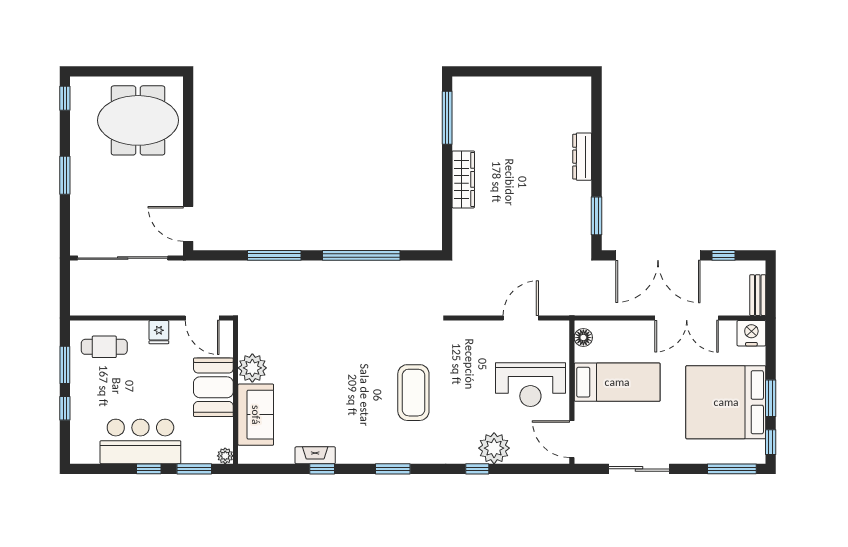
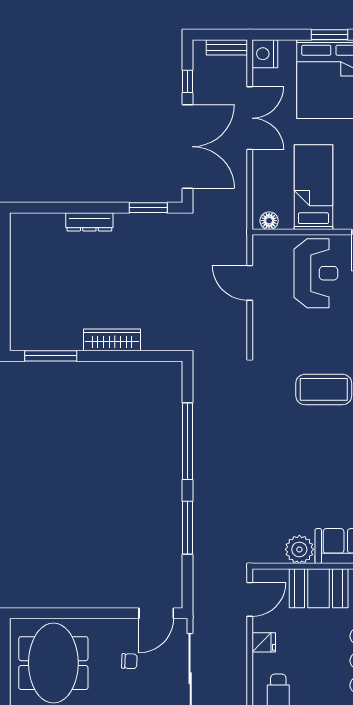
chair: (140, 197) -> (129, 661), added

